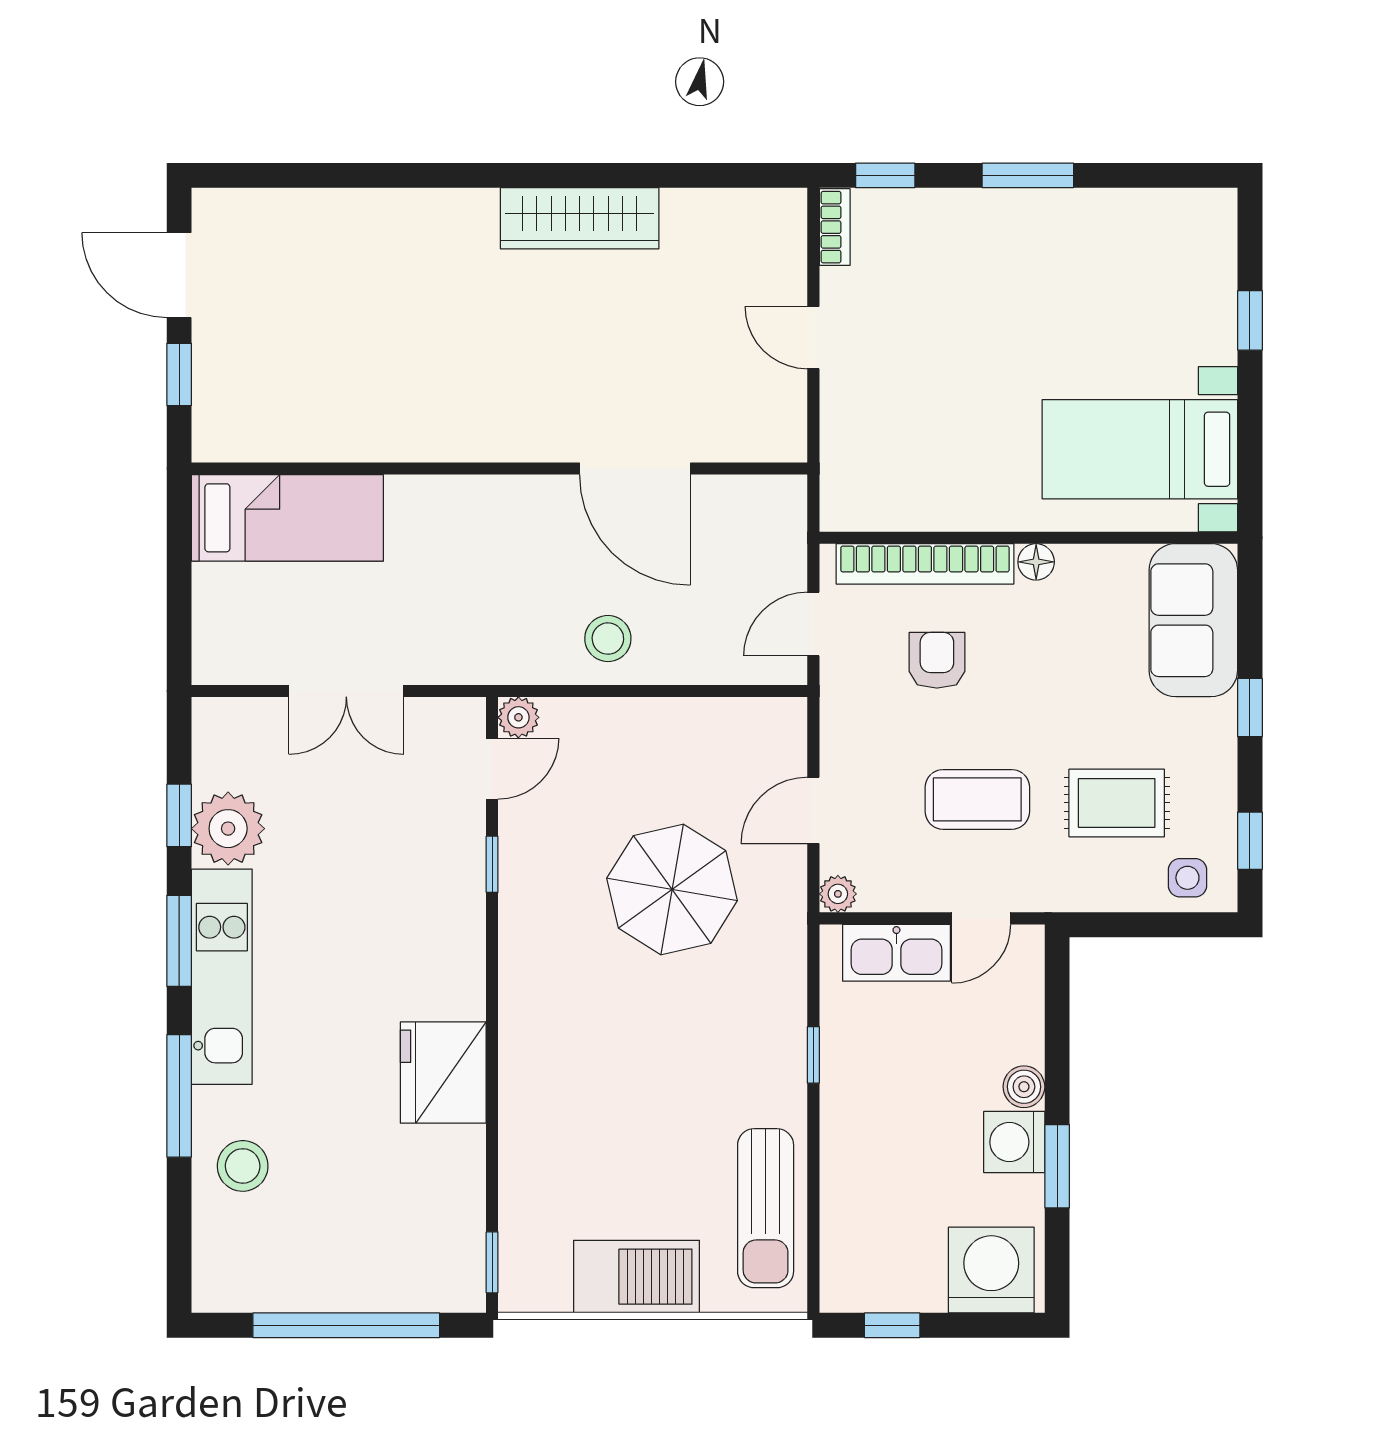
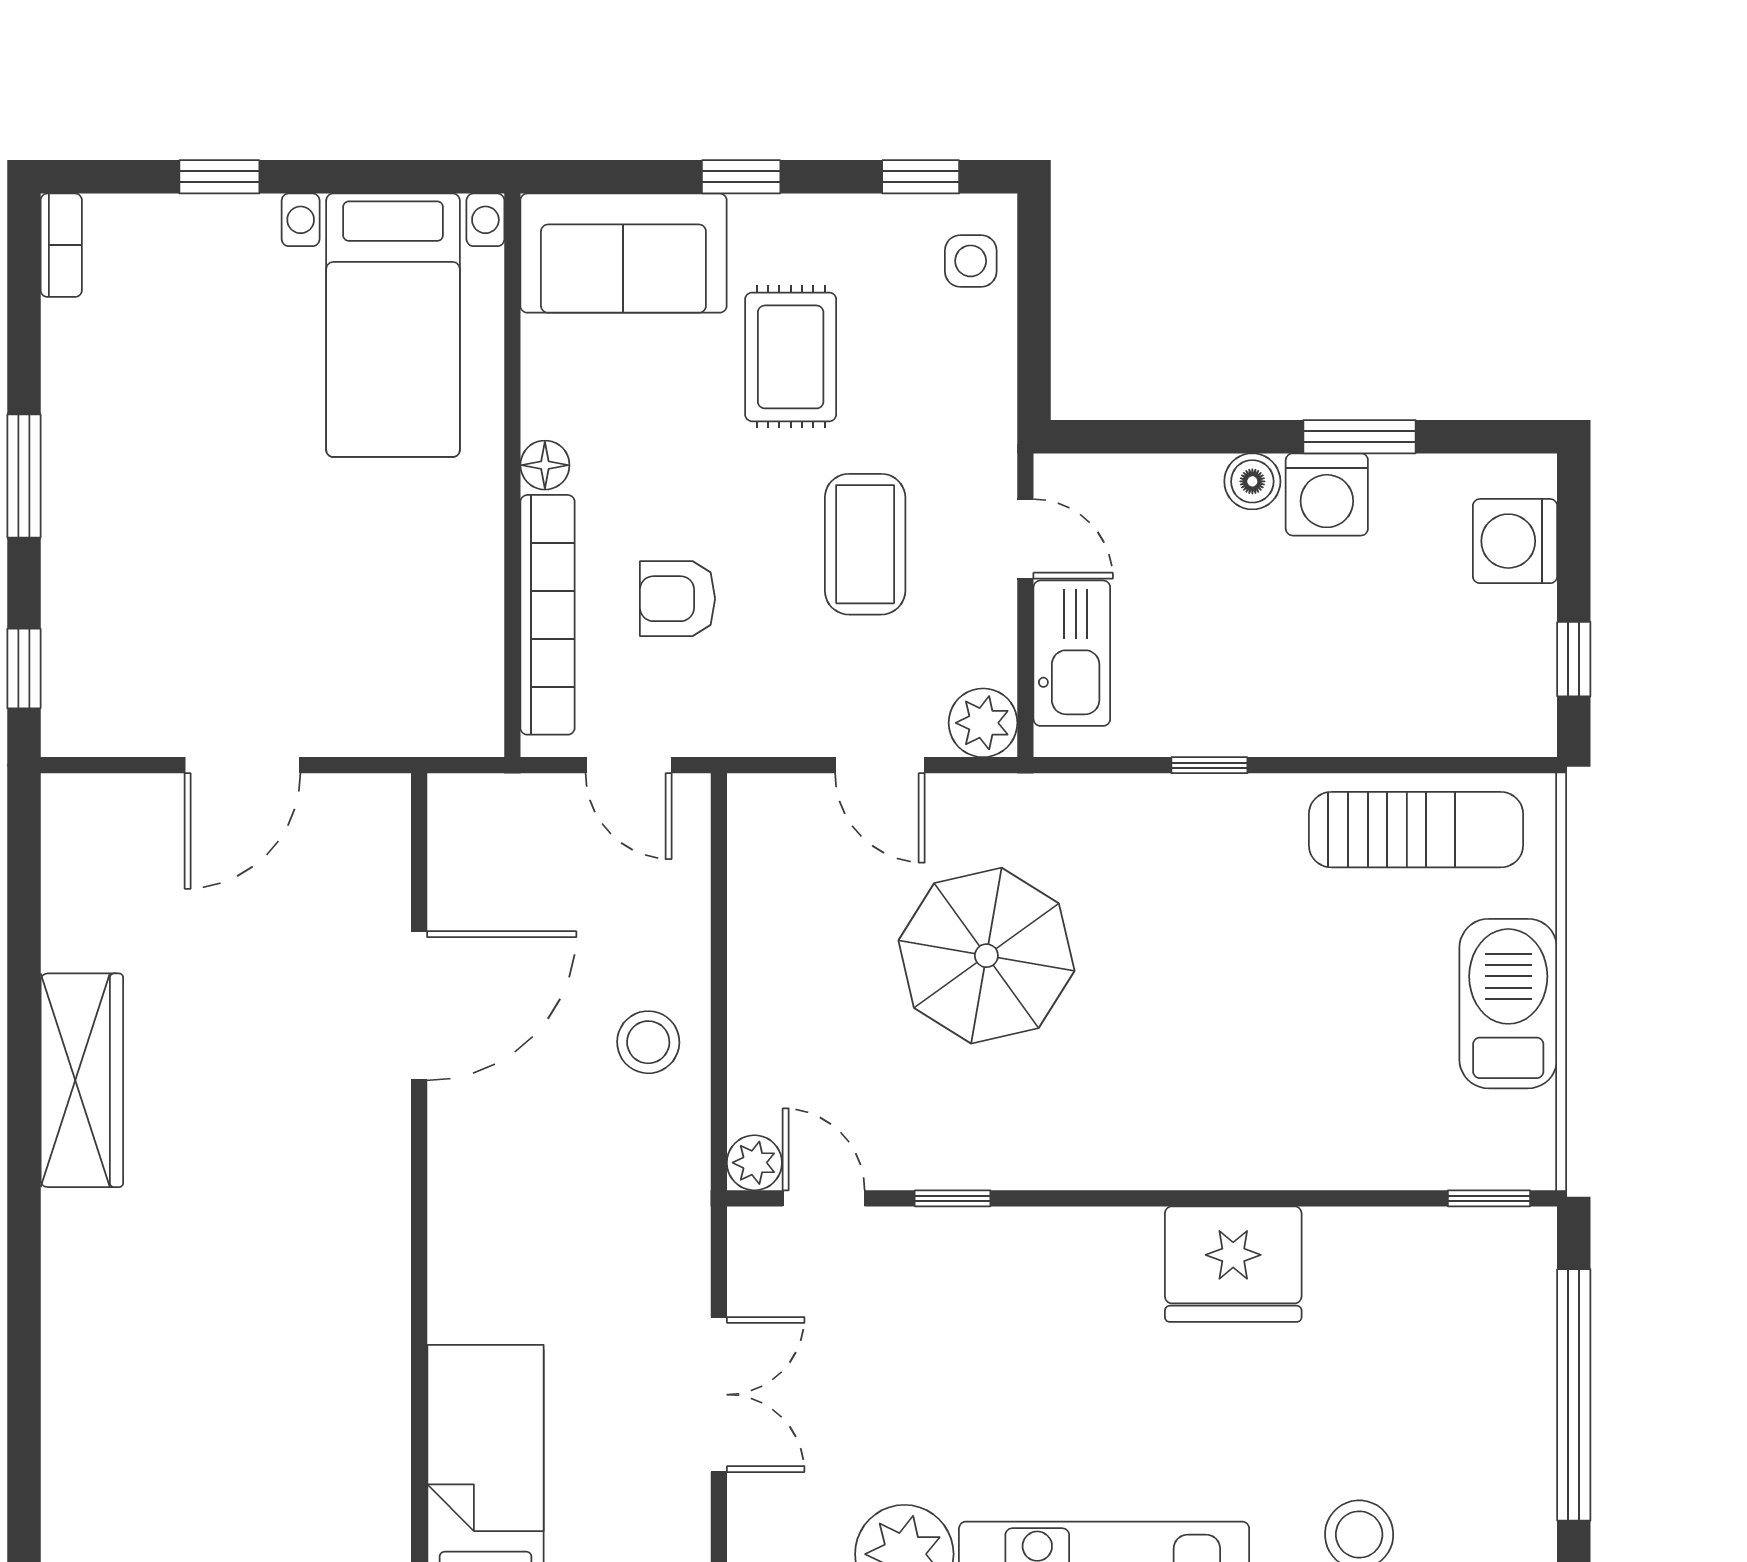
bookcase: (835, 227) -> (61, 245), moved, turned 90
door: (813, 338) -> (243, 765), width x1.37
rug: (1117, 803) -> (791, 357), moved
plant: (838, 894) -> (983, 723), width x1.38, depth x1.38
washing machine: (991, 1270) -> (1515, 541), width x0.73, depth x0.73

